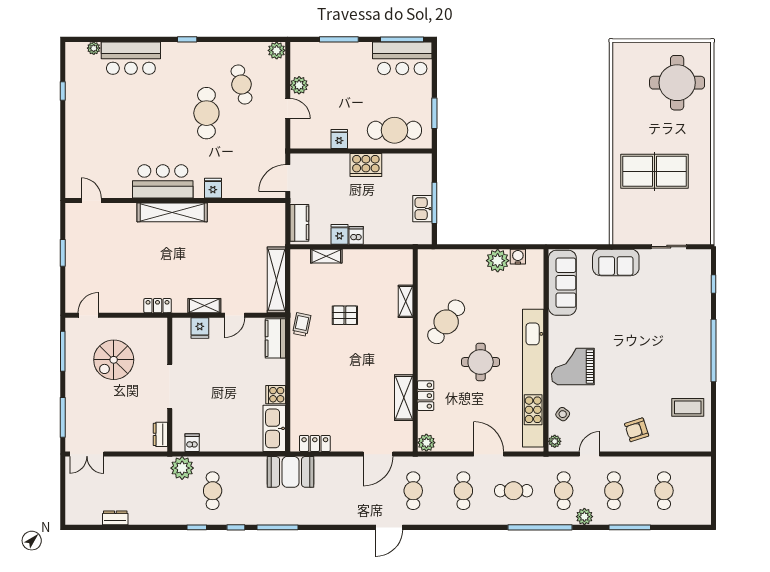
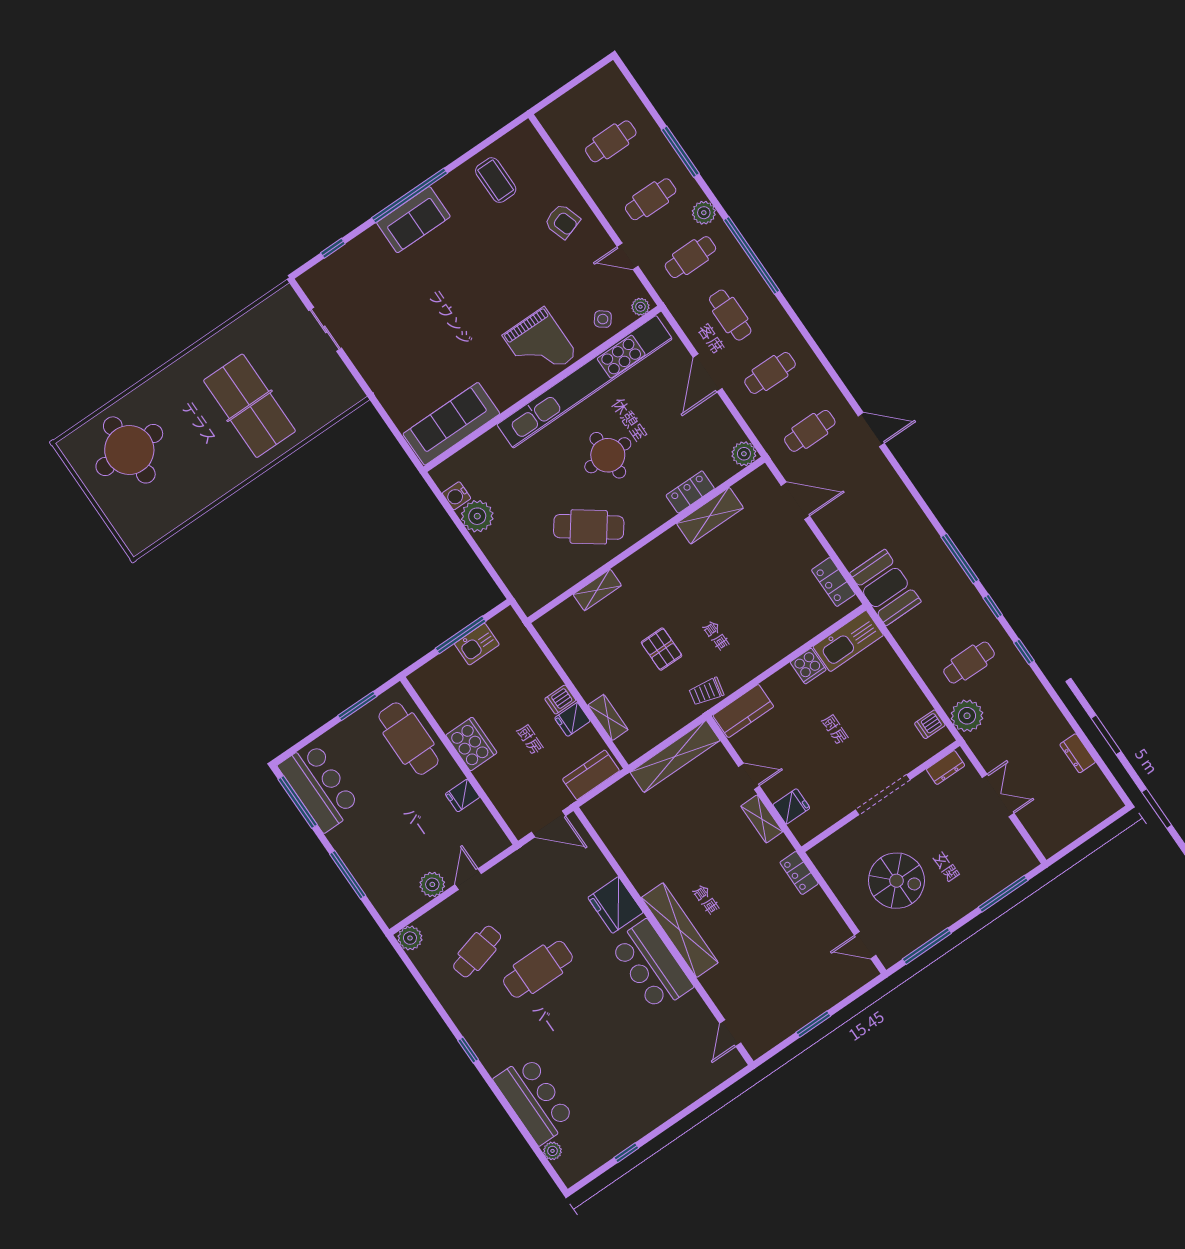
fridge: (213, 188) -> (615, 905), width x1.88, depth x1.34
sofa: (616, 262) -> (413, 220), moved, turned 90
double door: (87, 454) -> (998, 795), moved

